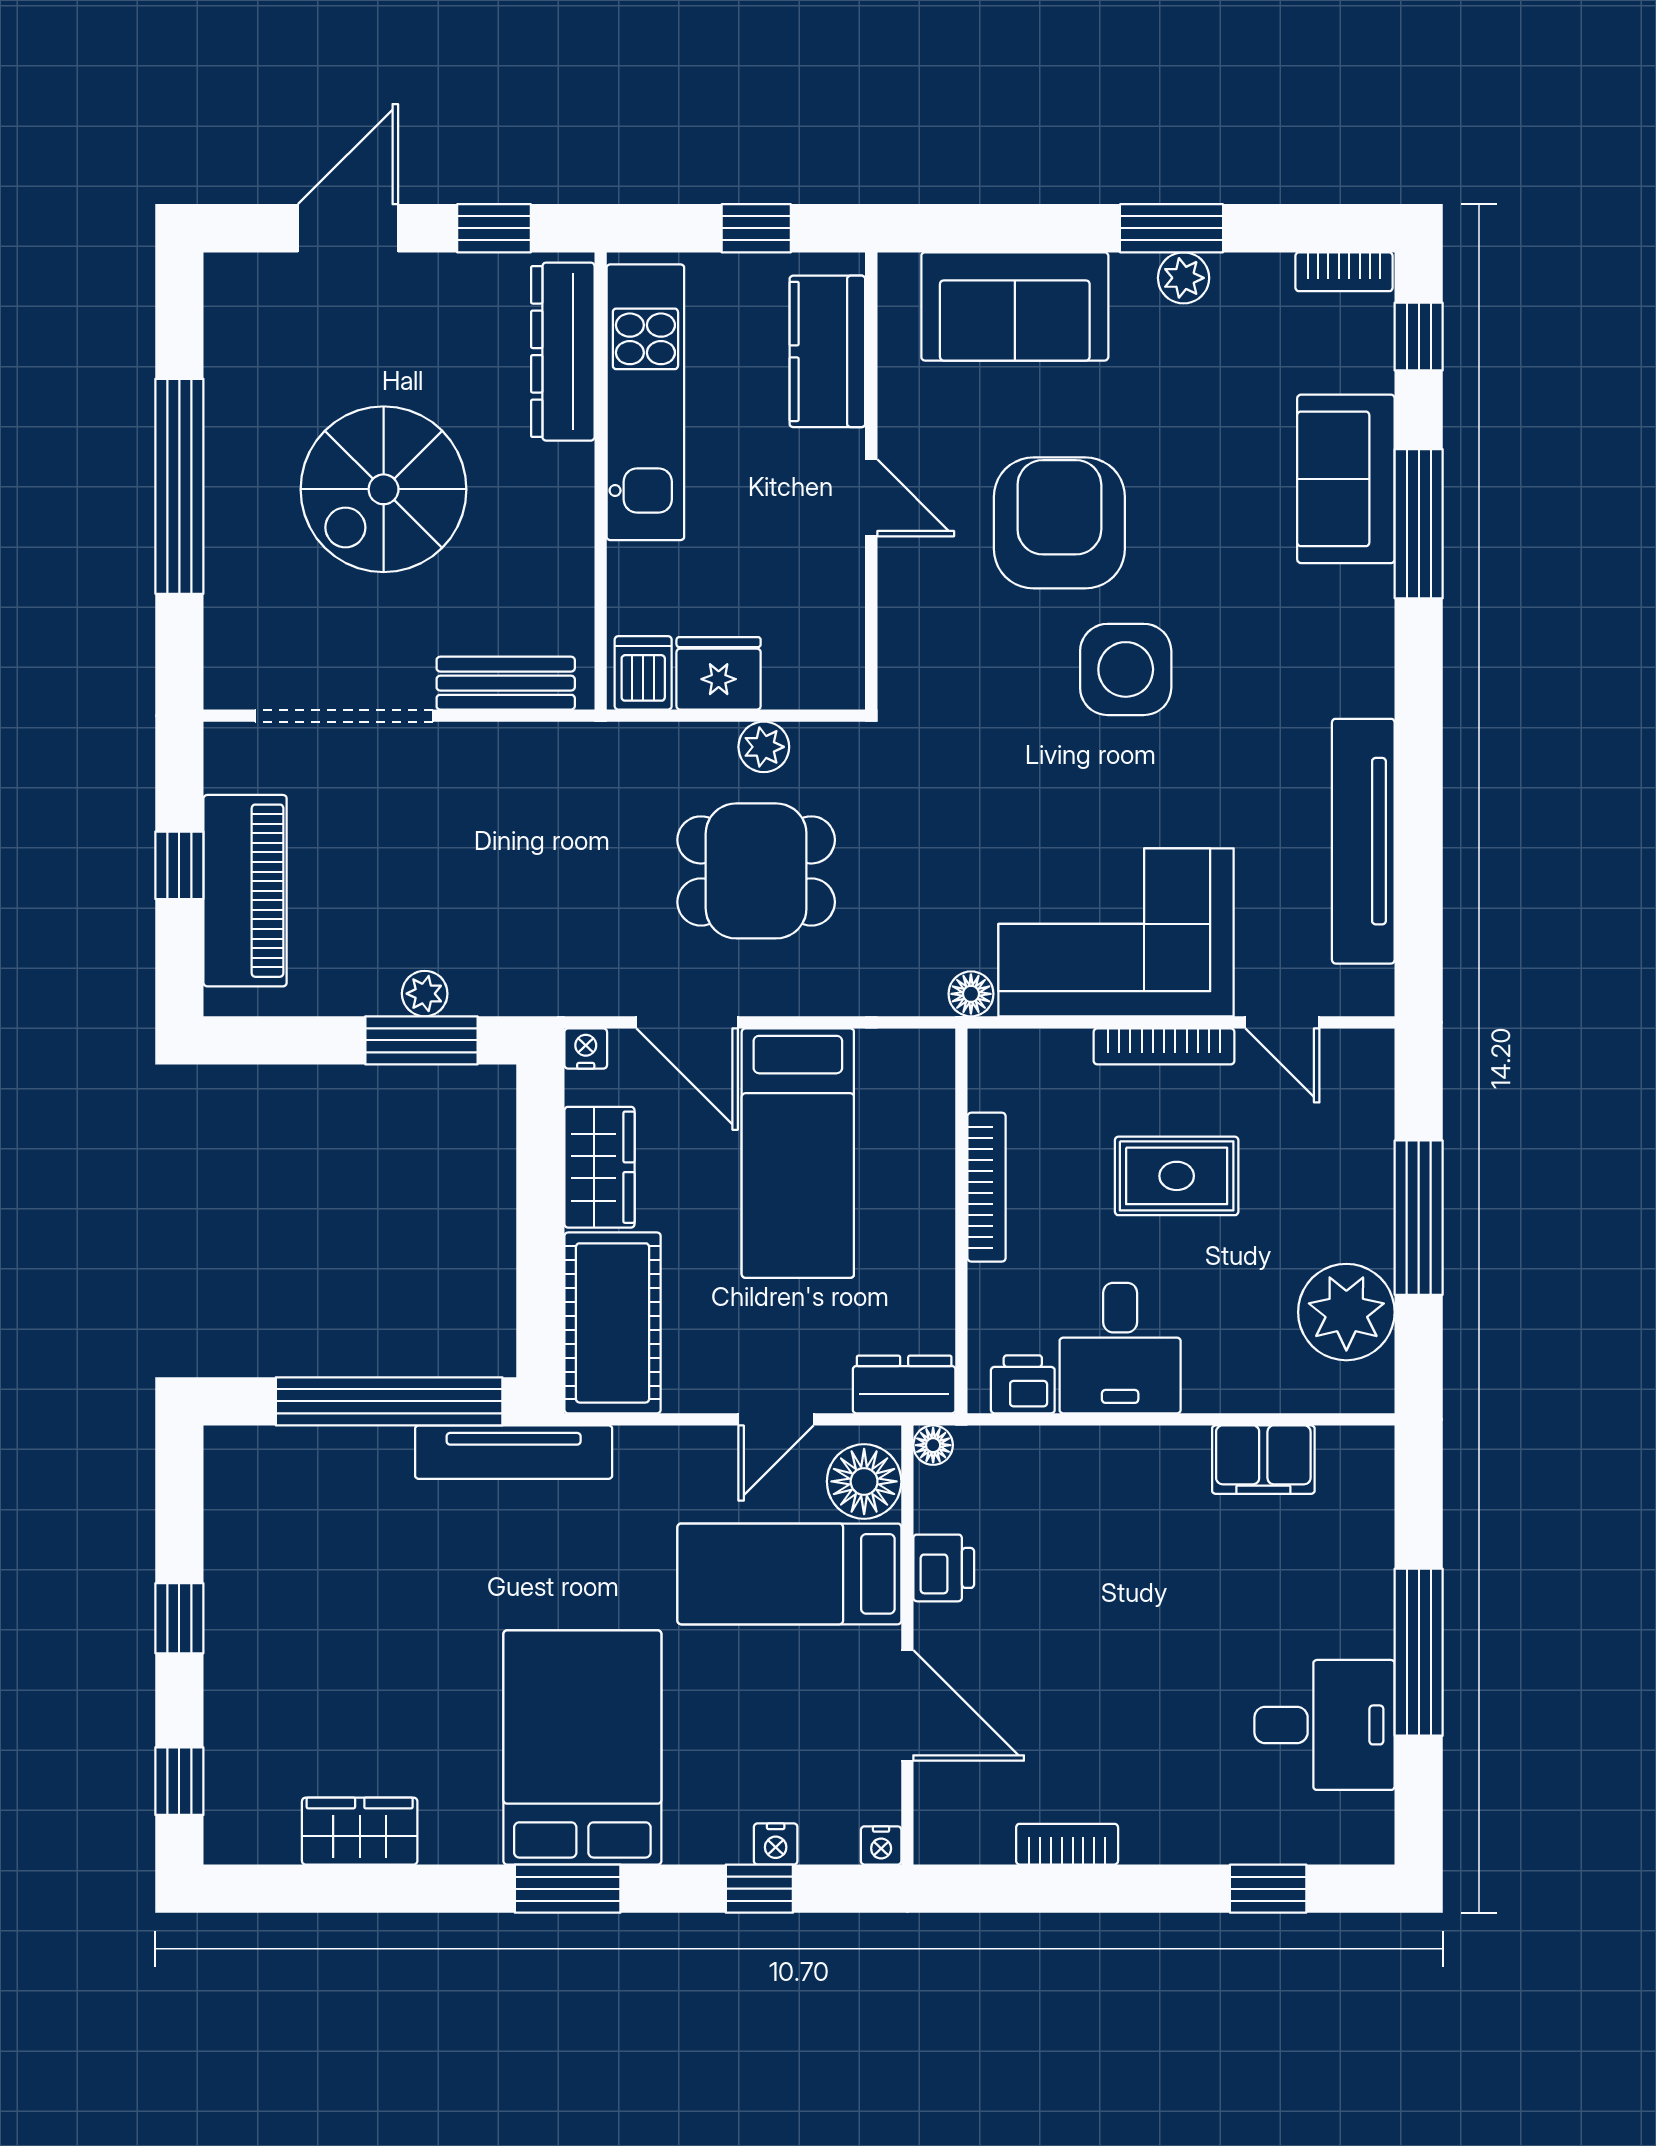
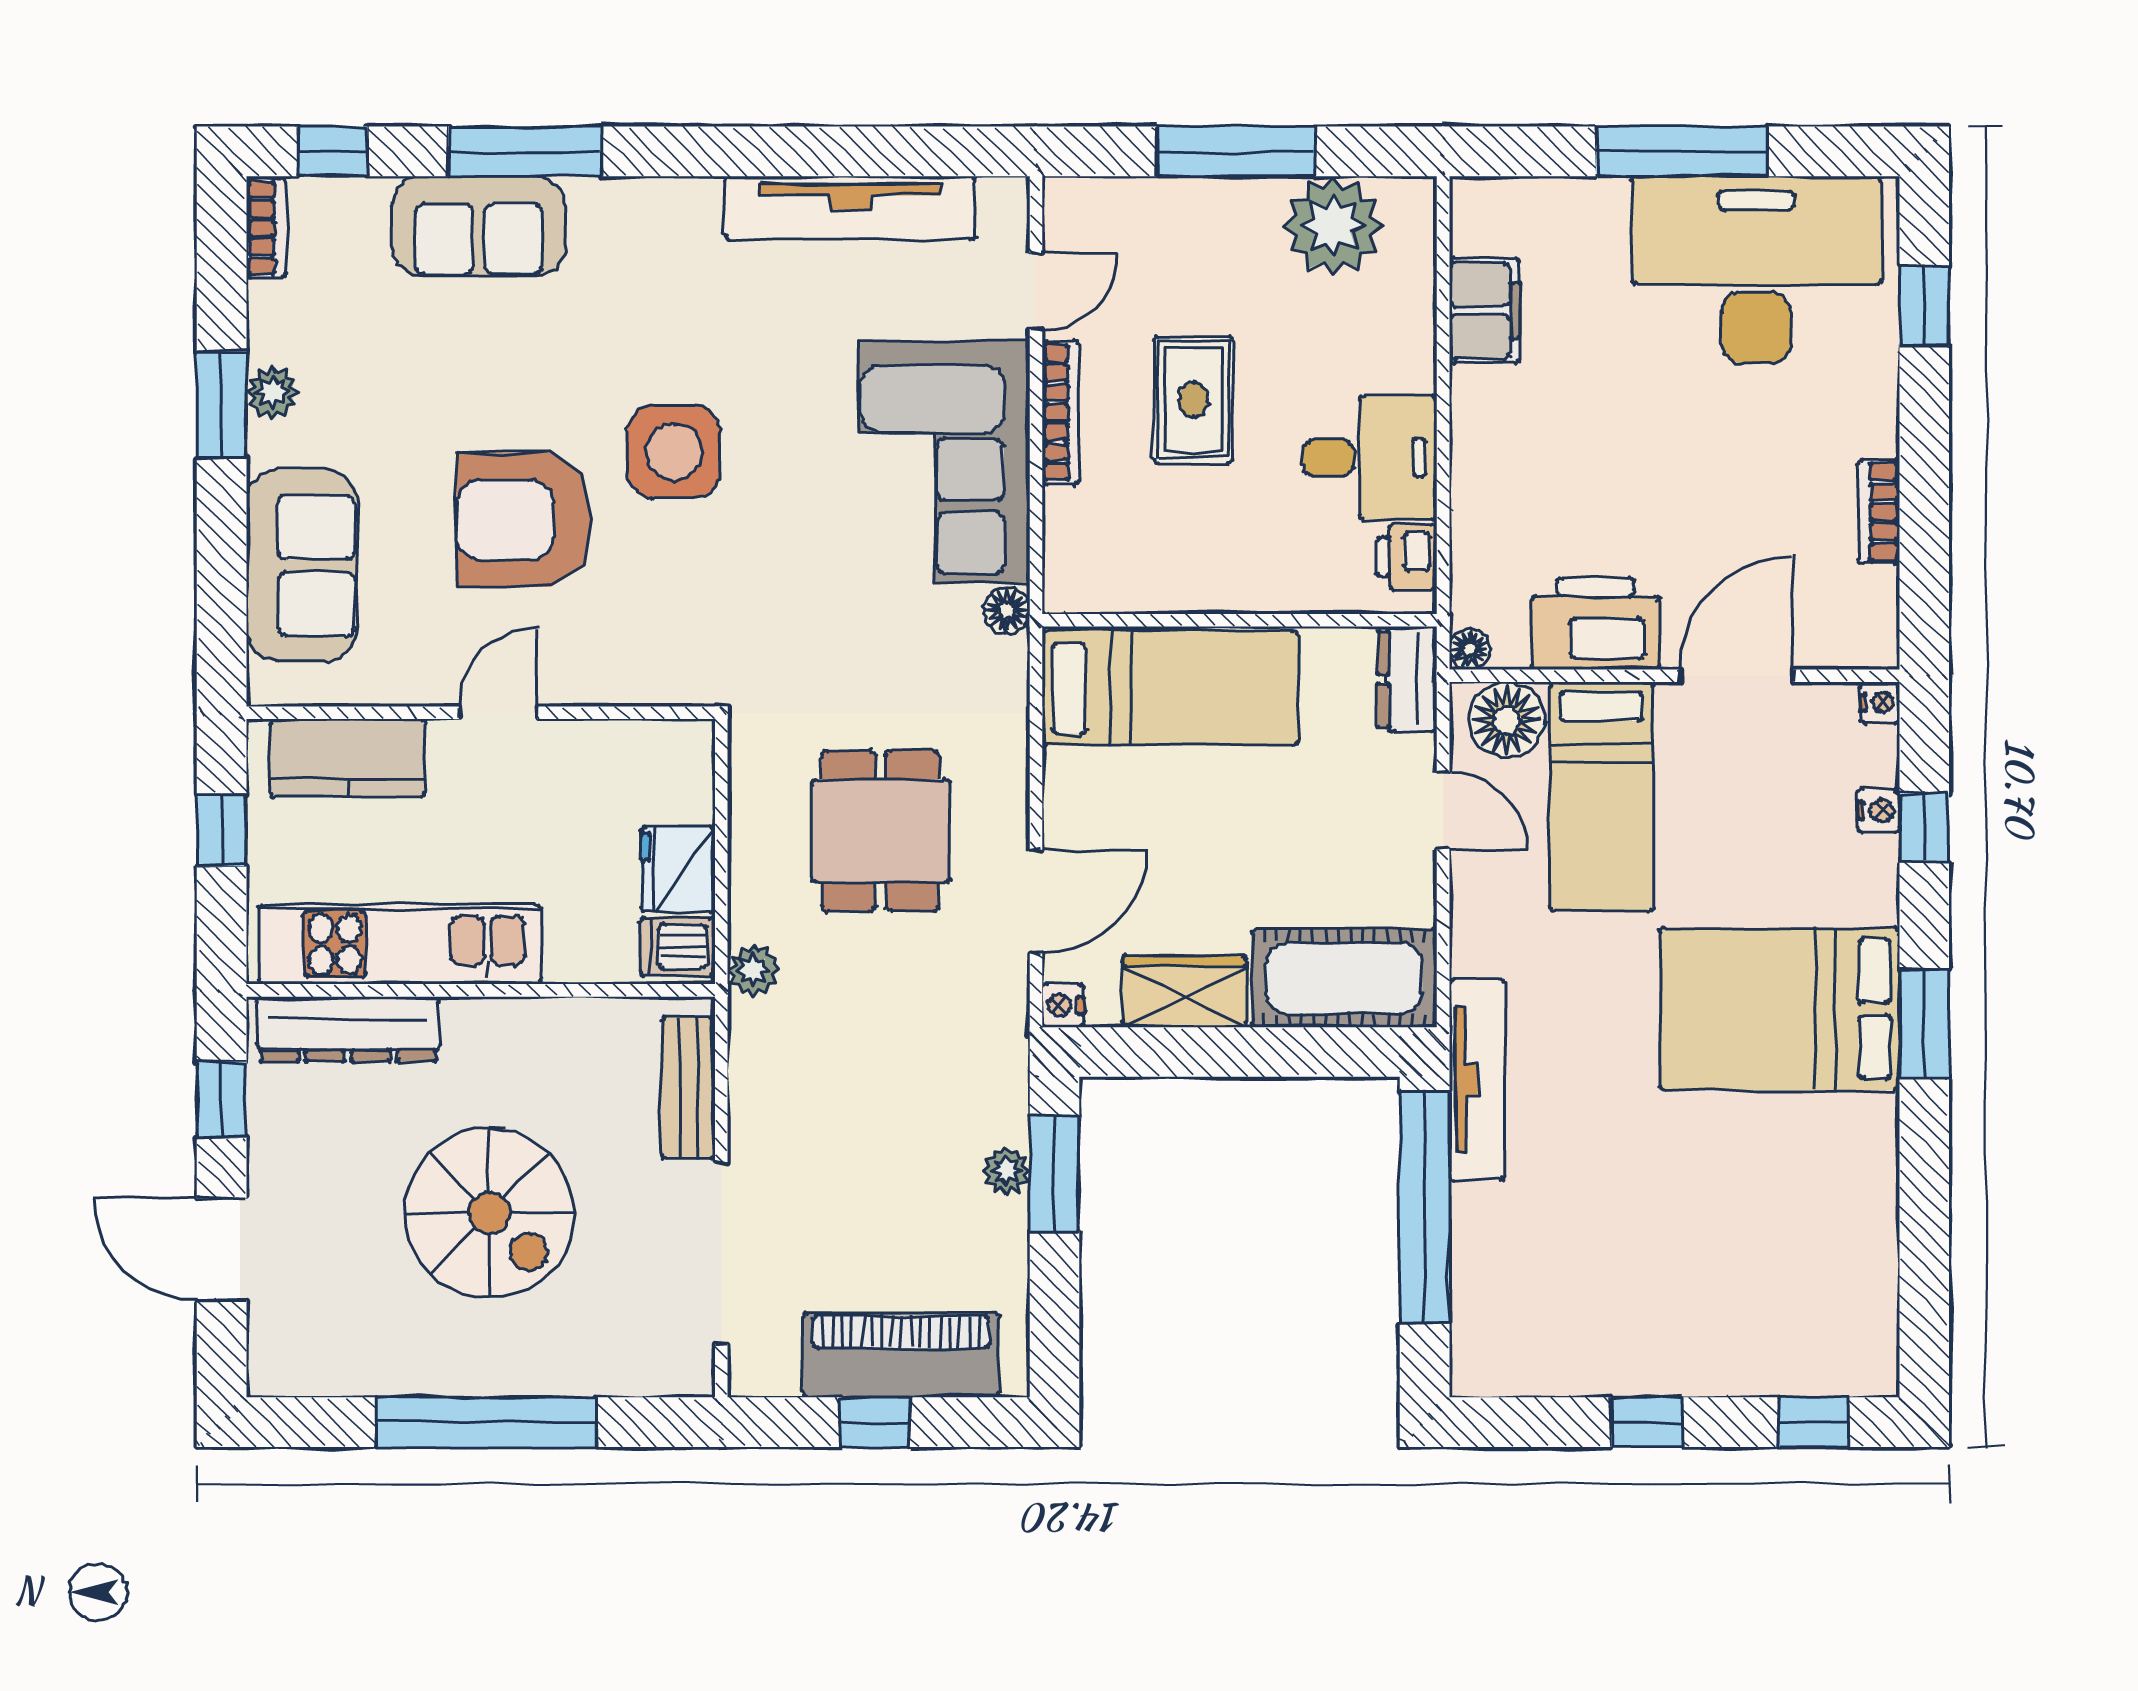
plant: (764, 747) -> (753, 970), moved
bed: (798, 1153) -> (1170, 688), moved
bookcase: (987, 1187) -> (1205, 595), removed
printer: (944, 1568) -> (1595, 623), width x1.87, depth x1.48
desk: (1324, 1725) -> (1756, 270), width x1.87, depth x1.30
wardrobe: (360, 1831) -> (1865, 1237), removed

